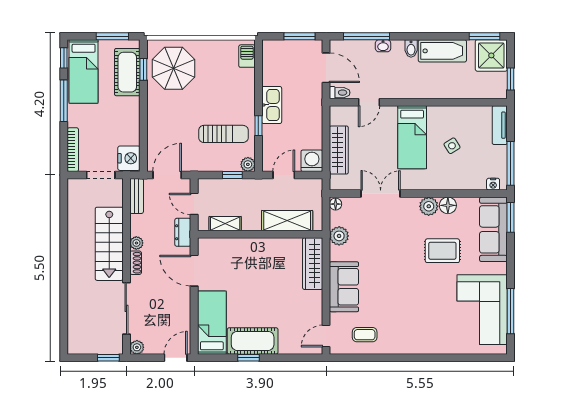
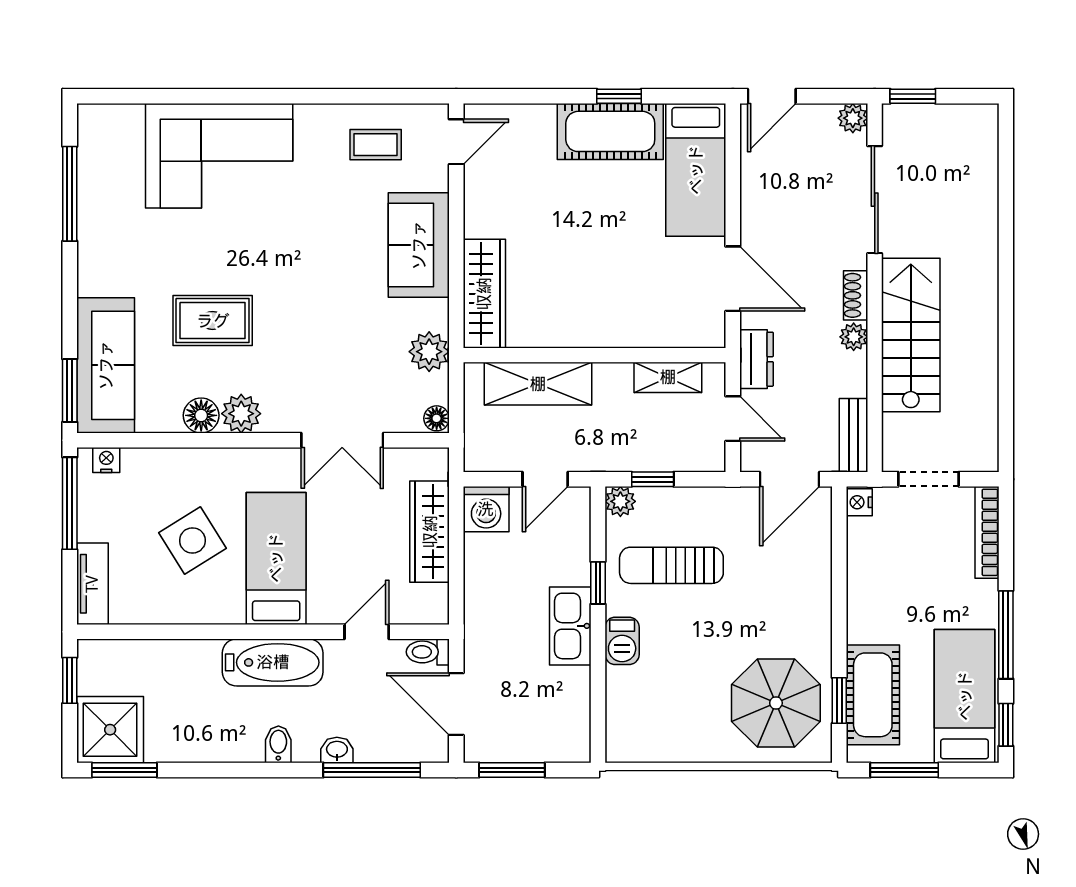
bathtub: (442, 51) -> (273, 662), moved, turned 180
barbecue: (247, 56) -> (622, 641), moved
side table: (452, 146) -> (192, 540), width x1.87, depth x1.87
nightstand: (129, 158) -> (859, 502), width x0.53, depth x0.56
corner sofa: (482, 310) -> (219, 156), moved, turned 90

